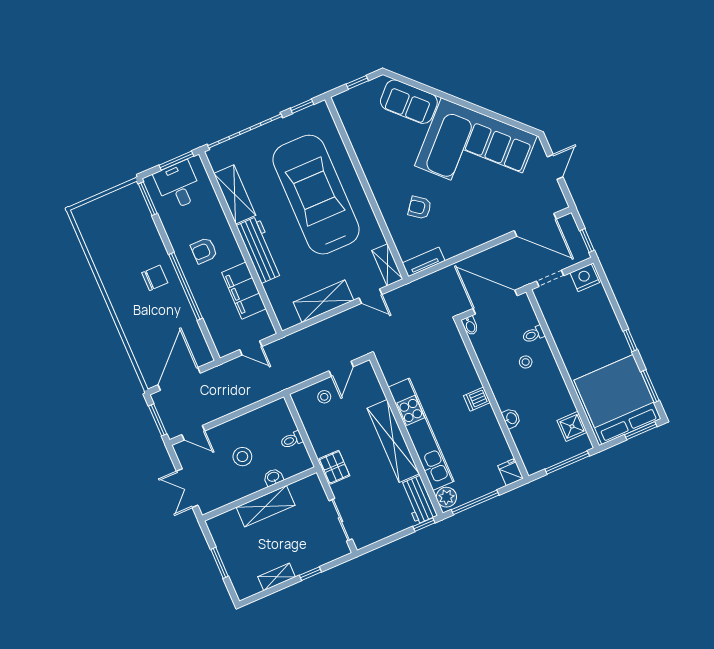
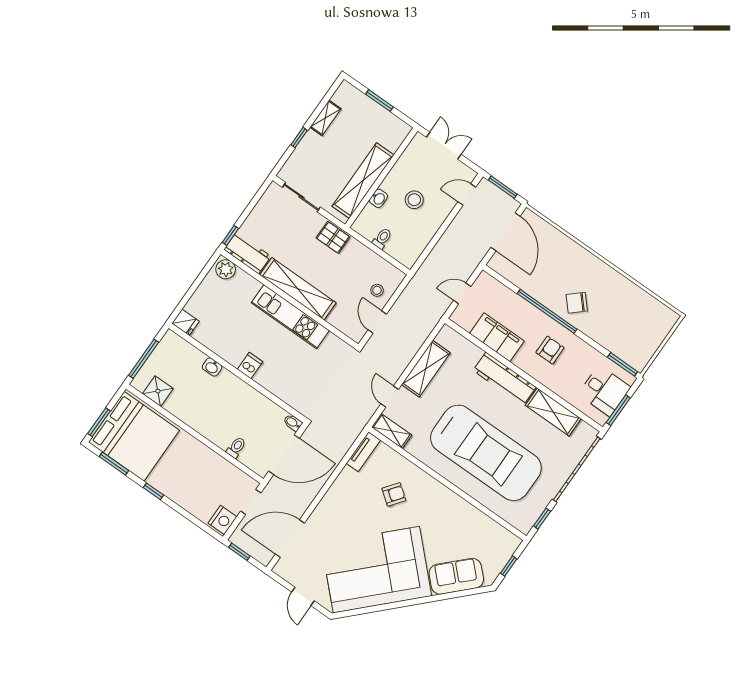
chair: (155, 278) -> (577, 303), turned 48
door: (371, 296) -> (390, 397), hinge flipped
stool: (526, 362) -> (229, 421), removed
kitchen unit: (421, 434) -> (290, 317), width x0.73
window: (475, 502) -> (199, 279), removed
shelving: (266, 506) -> (363, 181), width x1.47

